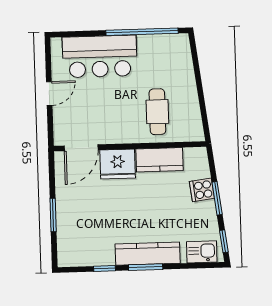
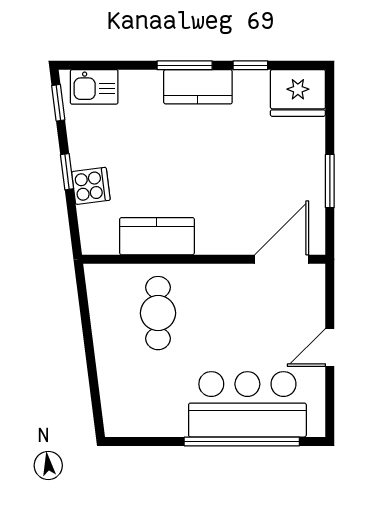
window: (142, 32) -> (242, 441), moved
fridge: (118, 164) -> (298, 93), moved, turned 180
window: (217, 198) -> (67, 172), width x0.67
window: (53, 215) -> (330, 181), moved
kitchen counter: (148, 254) -> (198, 87), width x0.67

